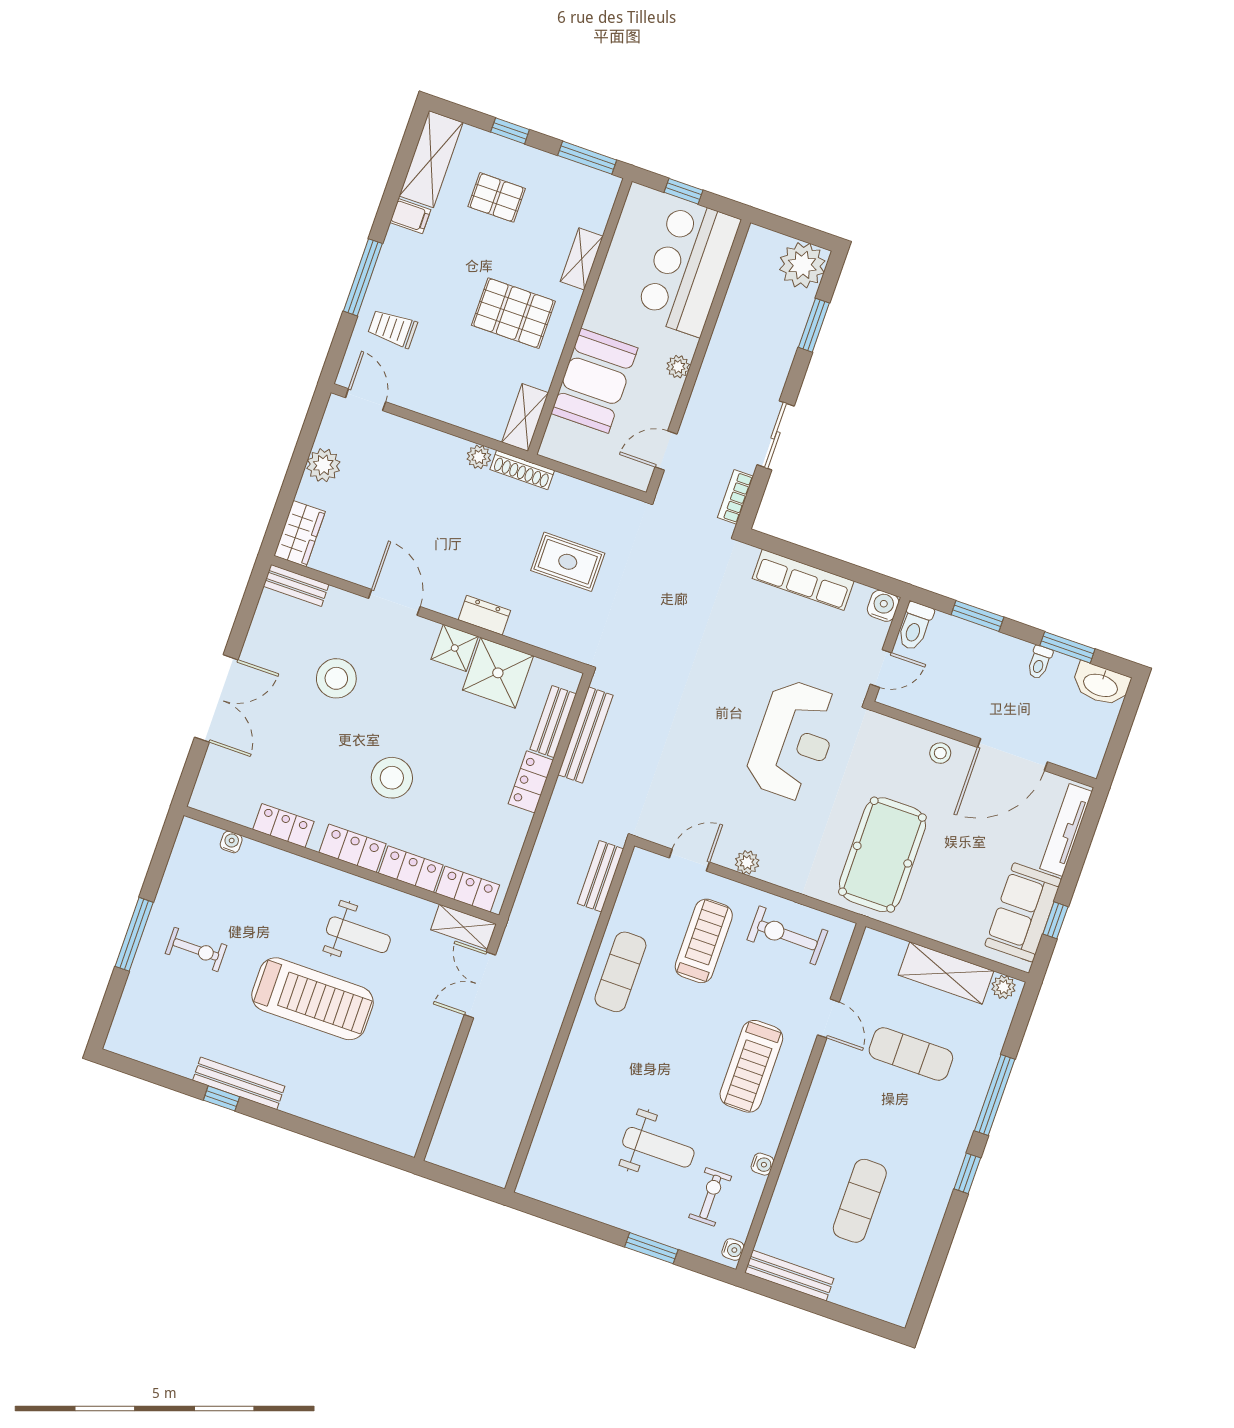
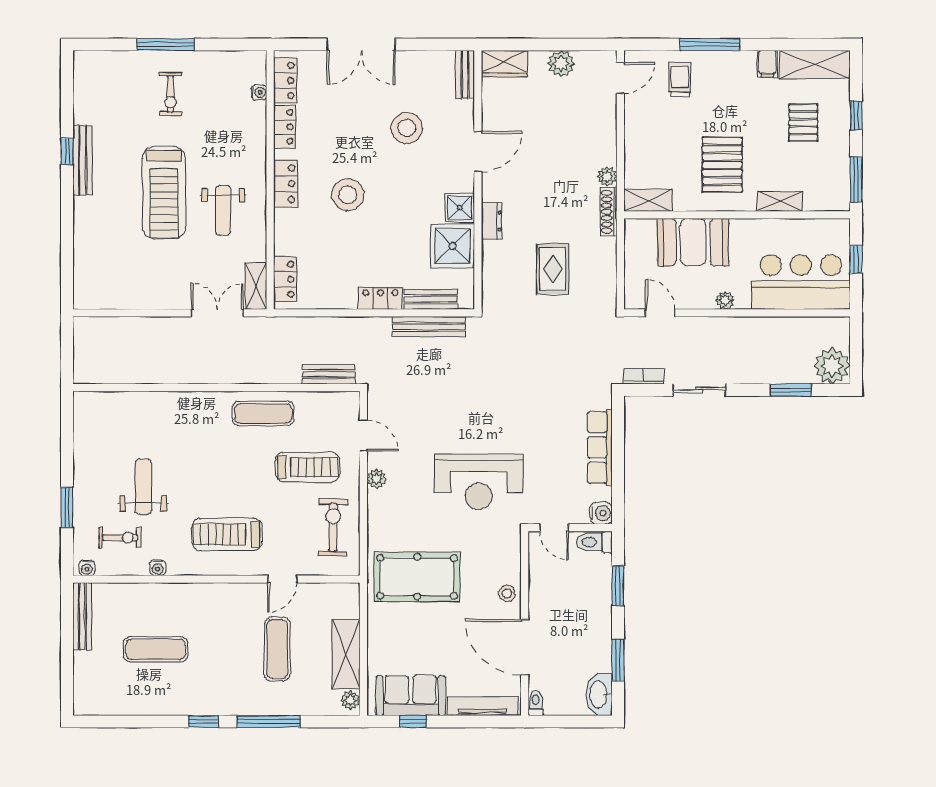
toilet: (1040, 662) -> (536, 703), moved, turned 90
locker: (411, 869) -> (285, 81), moved
weight bench: (658, 1147) -> (143, 487), turned 180

